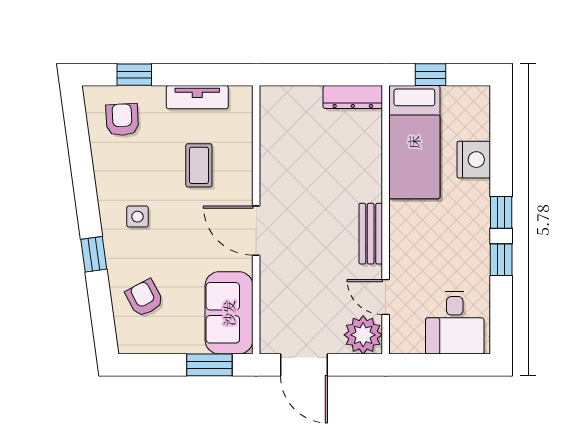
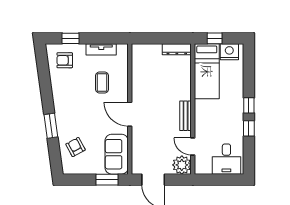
armchair: (122, 120) -> (65, 60), turned -87
nightstand: (474, 160) -> (229, 52), moved, turned -90
side table: (137, 217) -> (72, 107), removed
window: (94, 254) -> (51, 126), width x1.50

